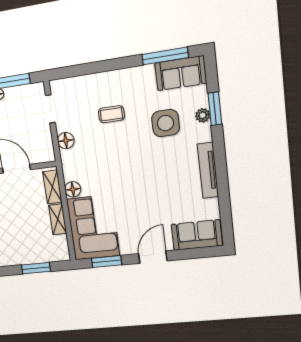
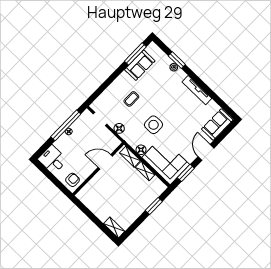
sofa: (181, 73) -> (140, 65), moved
side table: (166, 123) -> (154, 125), moved

